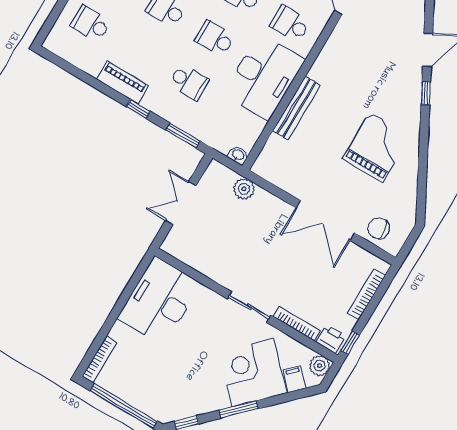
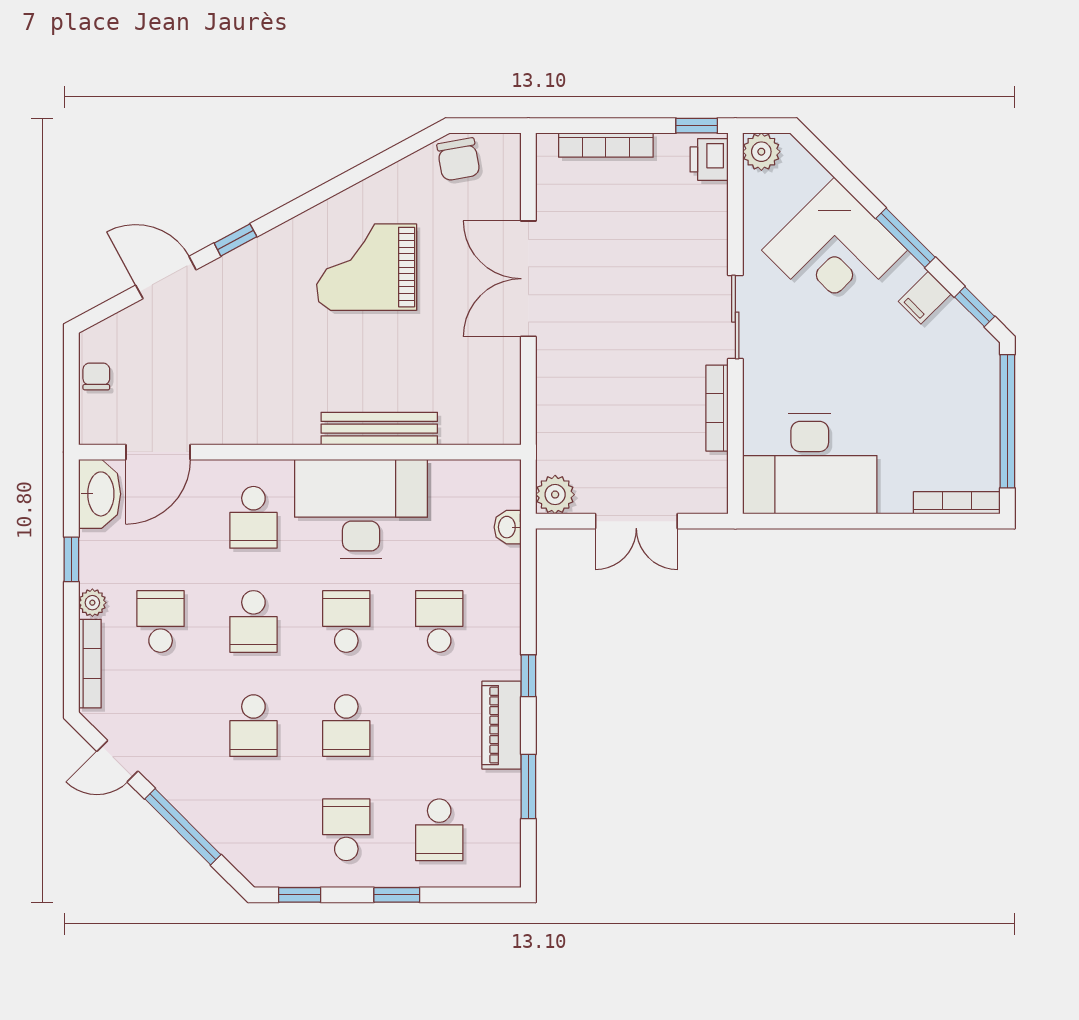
school desk: (215, 38) -> (346, 621), turned 180
window: (183, 136) -> (528, 787), moved
washbasin: (238, 155) -> (508, 527), moved
plant: (244, 189) -> (555, 495), moved
double door: (325, 220) -> (528, 279), swing flipped
chair: (379, 228) -> (458, 159), moved
bookcase: (297, 324) -> (717, 408), moved
filing cabinet: (294, 379) -> (925, 298), moved

